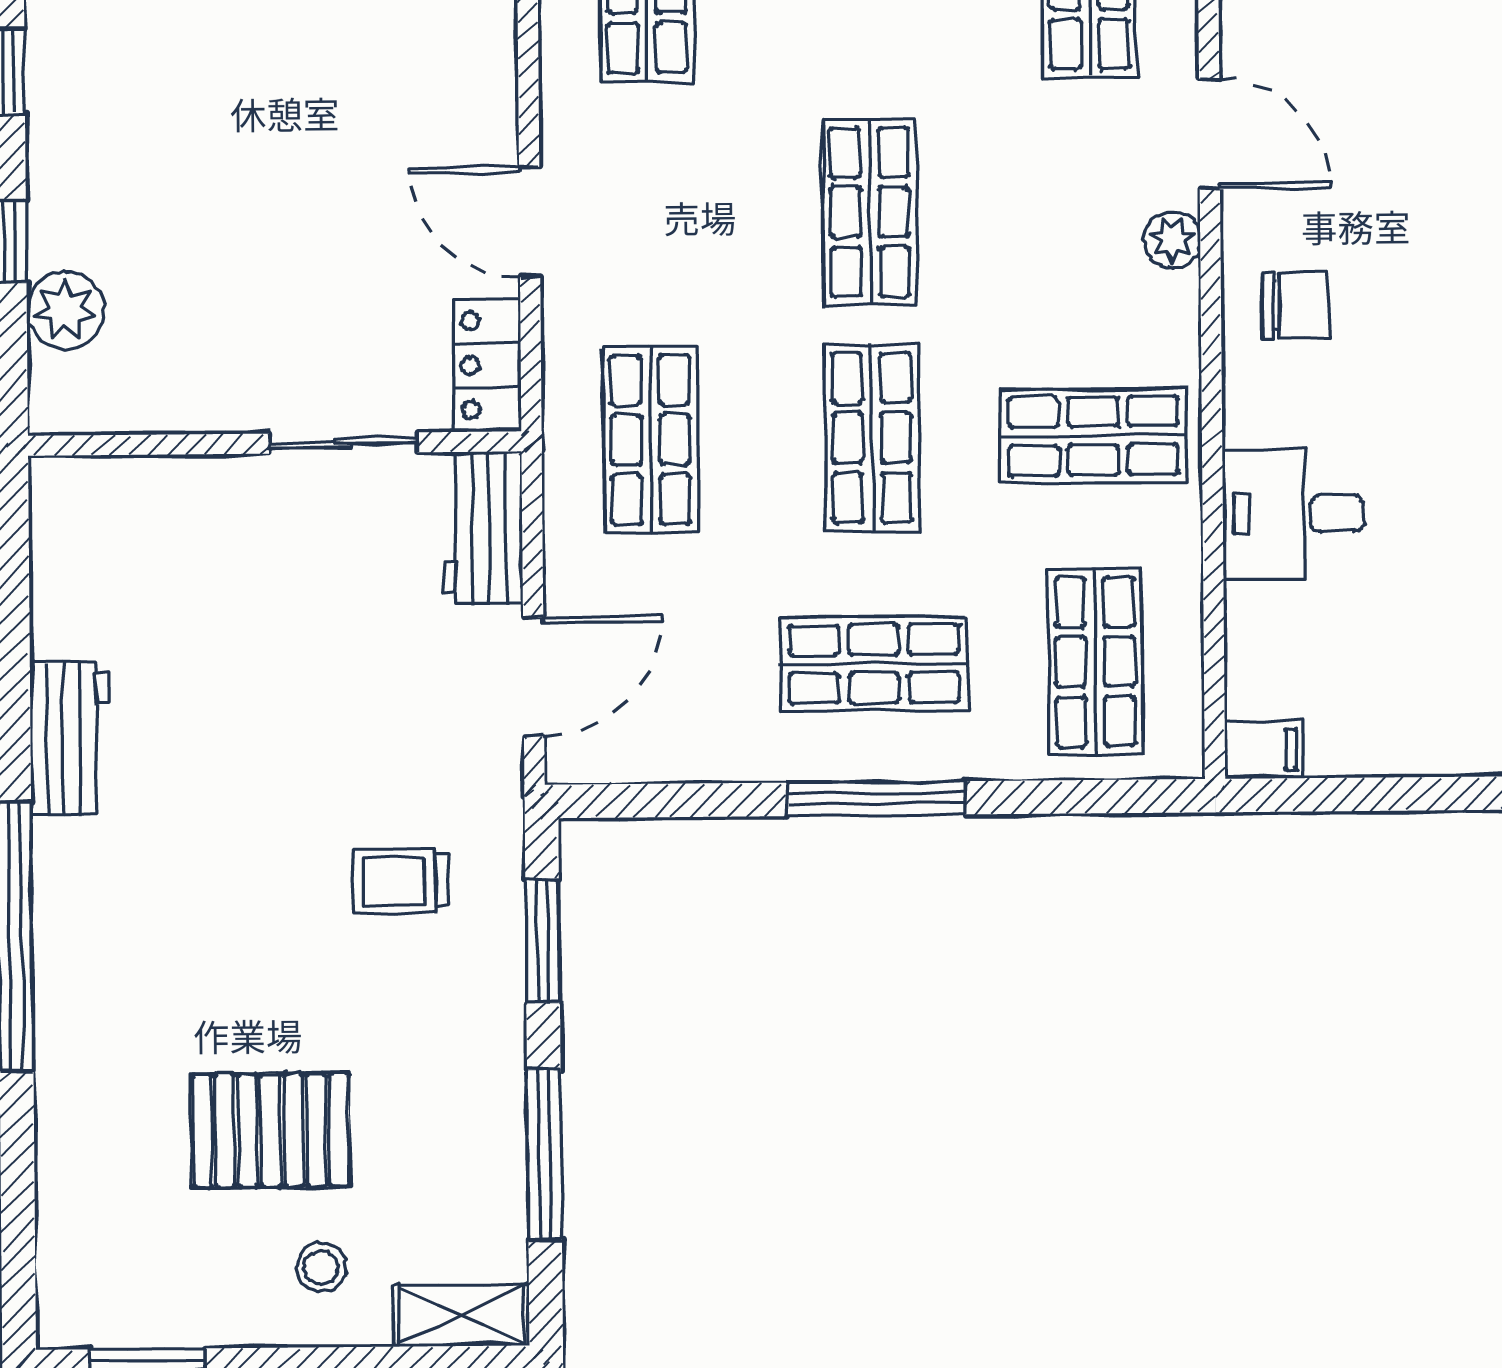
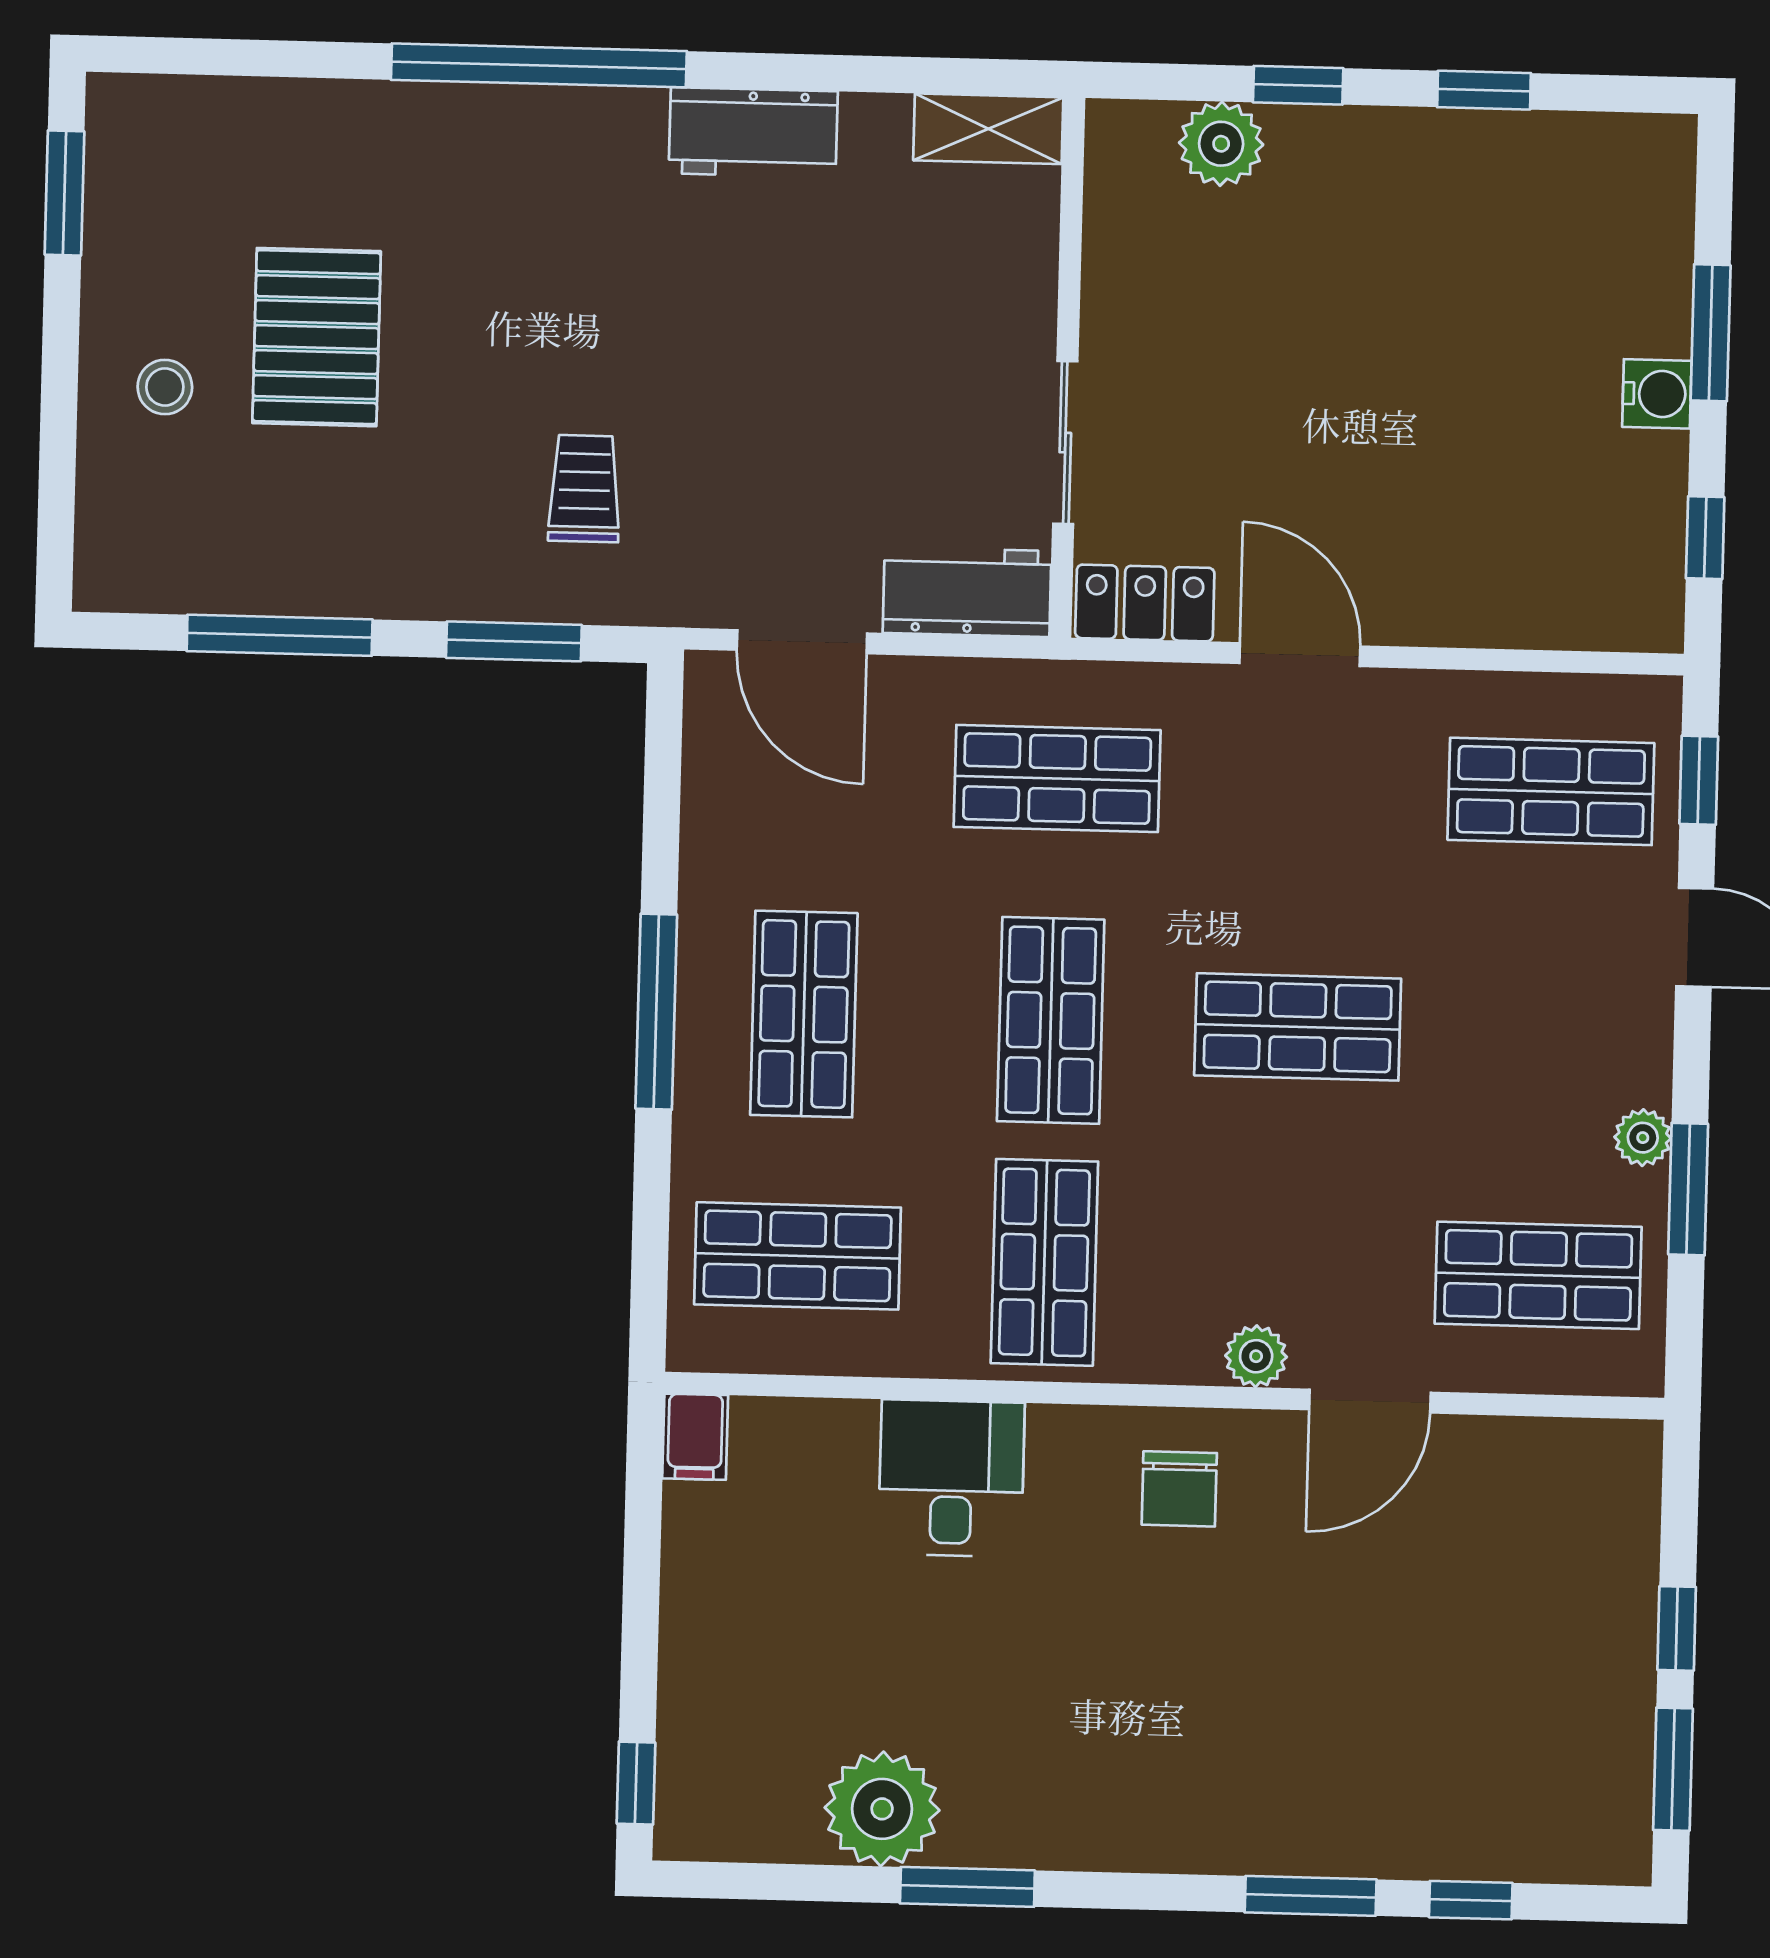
door: (530, 222) -> (1300, 655), hinge flipped
shop shelf: (872, 438) -> (1051, 1020), turned 90
shelving: (461, 1315) -> (988, 129), moved, turned 90

